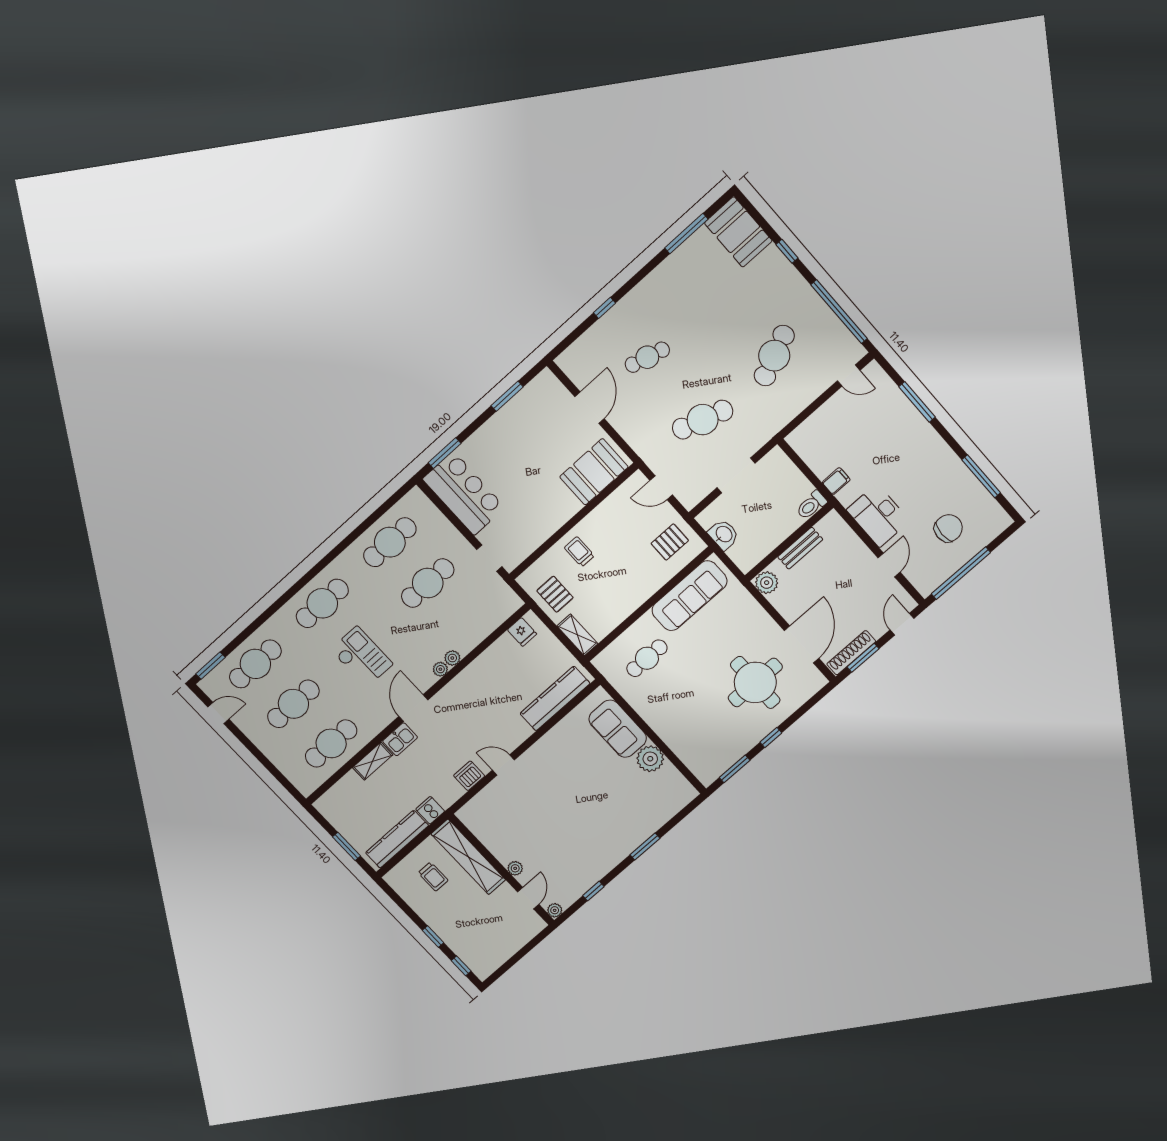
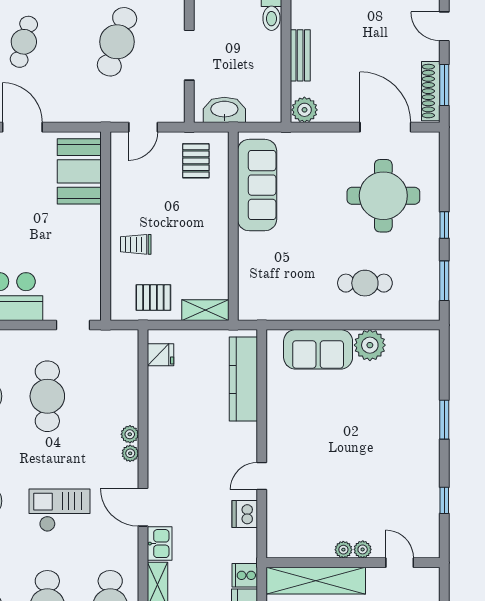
washbasin: (724, 534) -> (224, 110), width x1.38
cafe table: (647, 658) -> (365, 283), moved, turned 90
plant: (555, 910) -> (343, 550), moved

